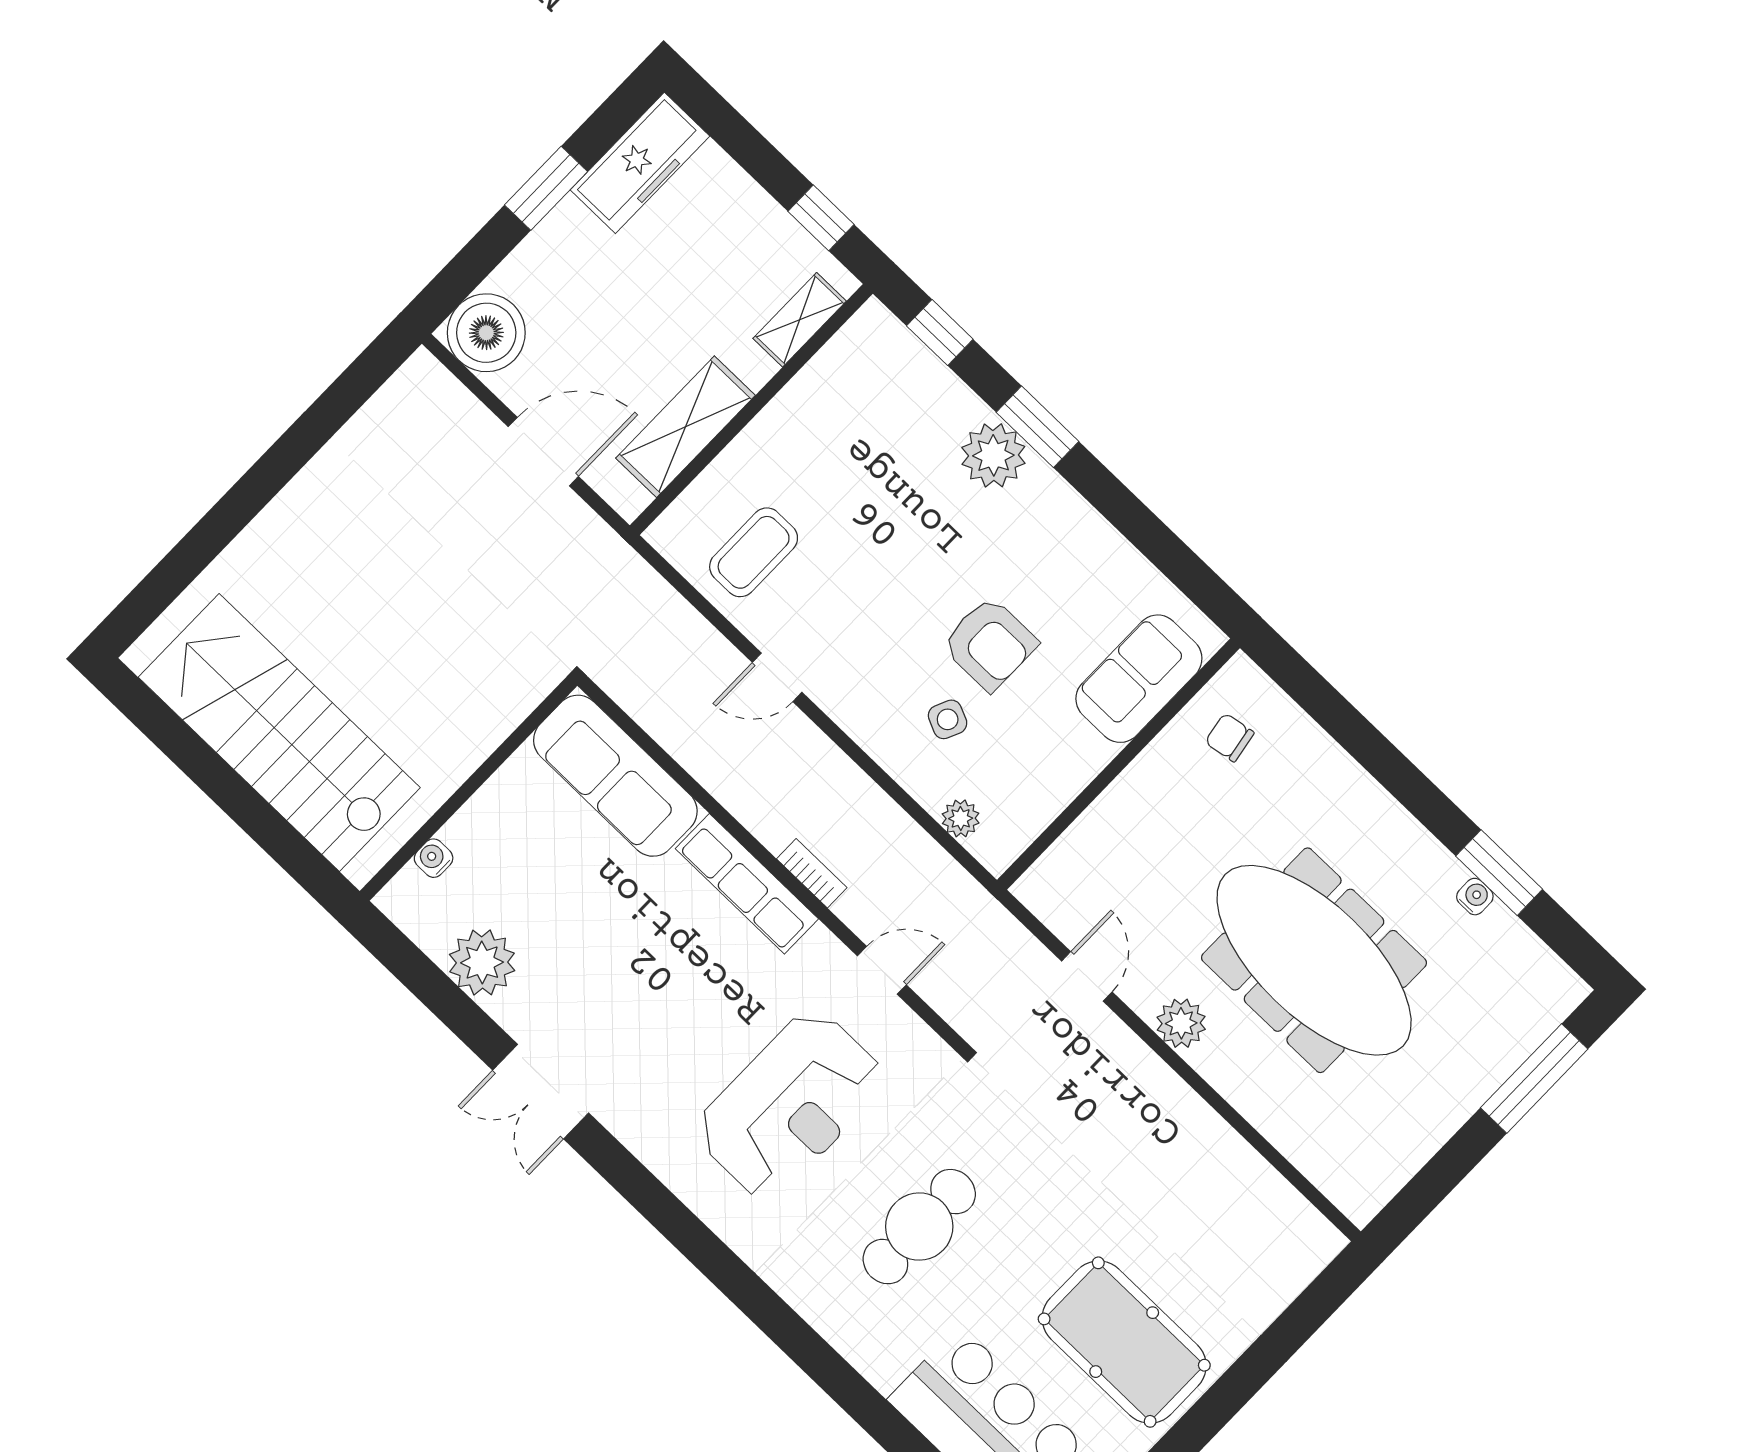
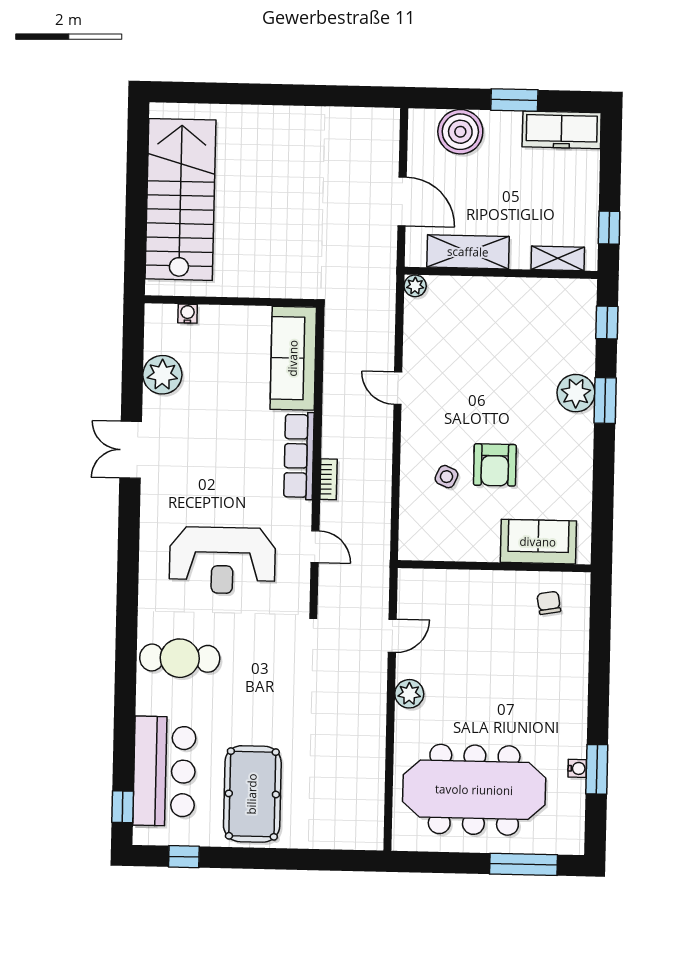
boiler: (486, 333) -> (460, 132), moved
coffee table: (754, 552) -> (441, 330), removed
plant: (961, 818) -> (415, 286), moved
meeting table: (1314, 960) -> (474, 790), moved, turned 90
cafe table: (919, 1227) -> (180, 658), moved

